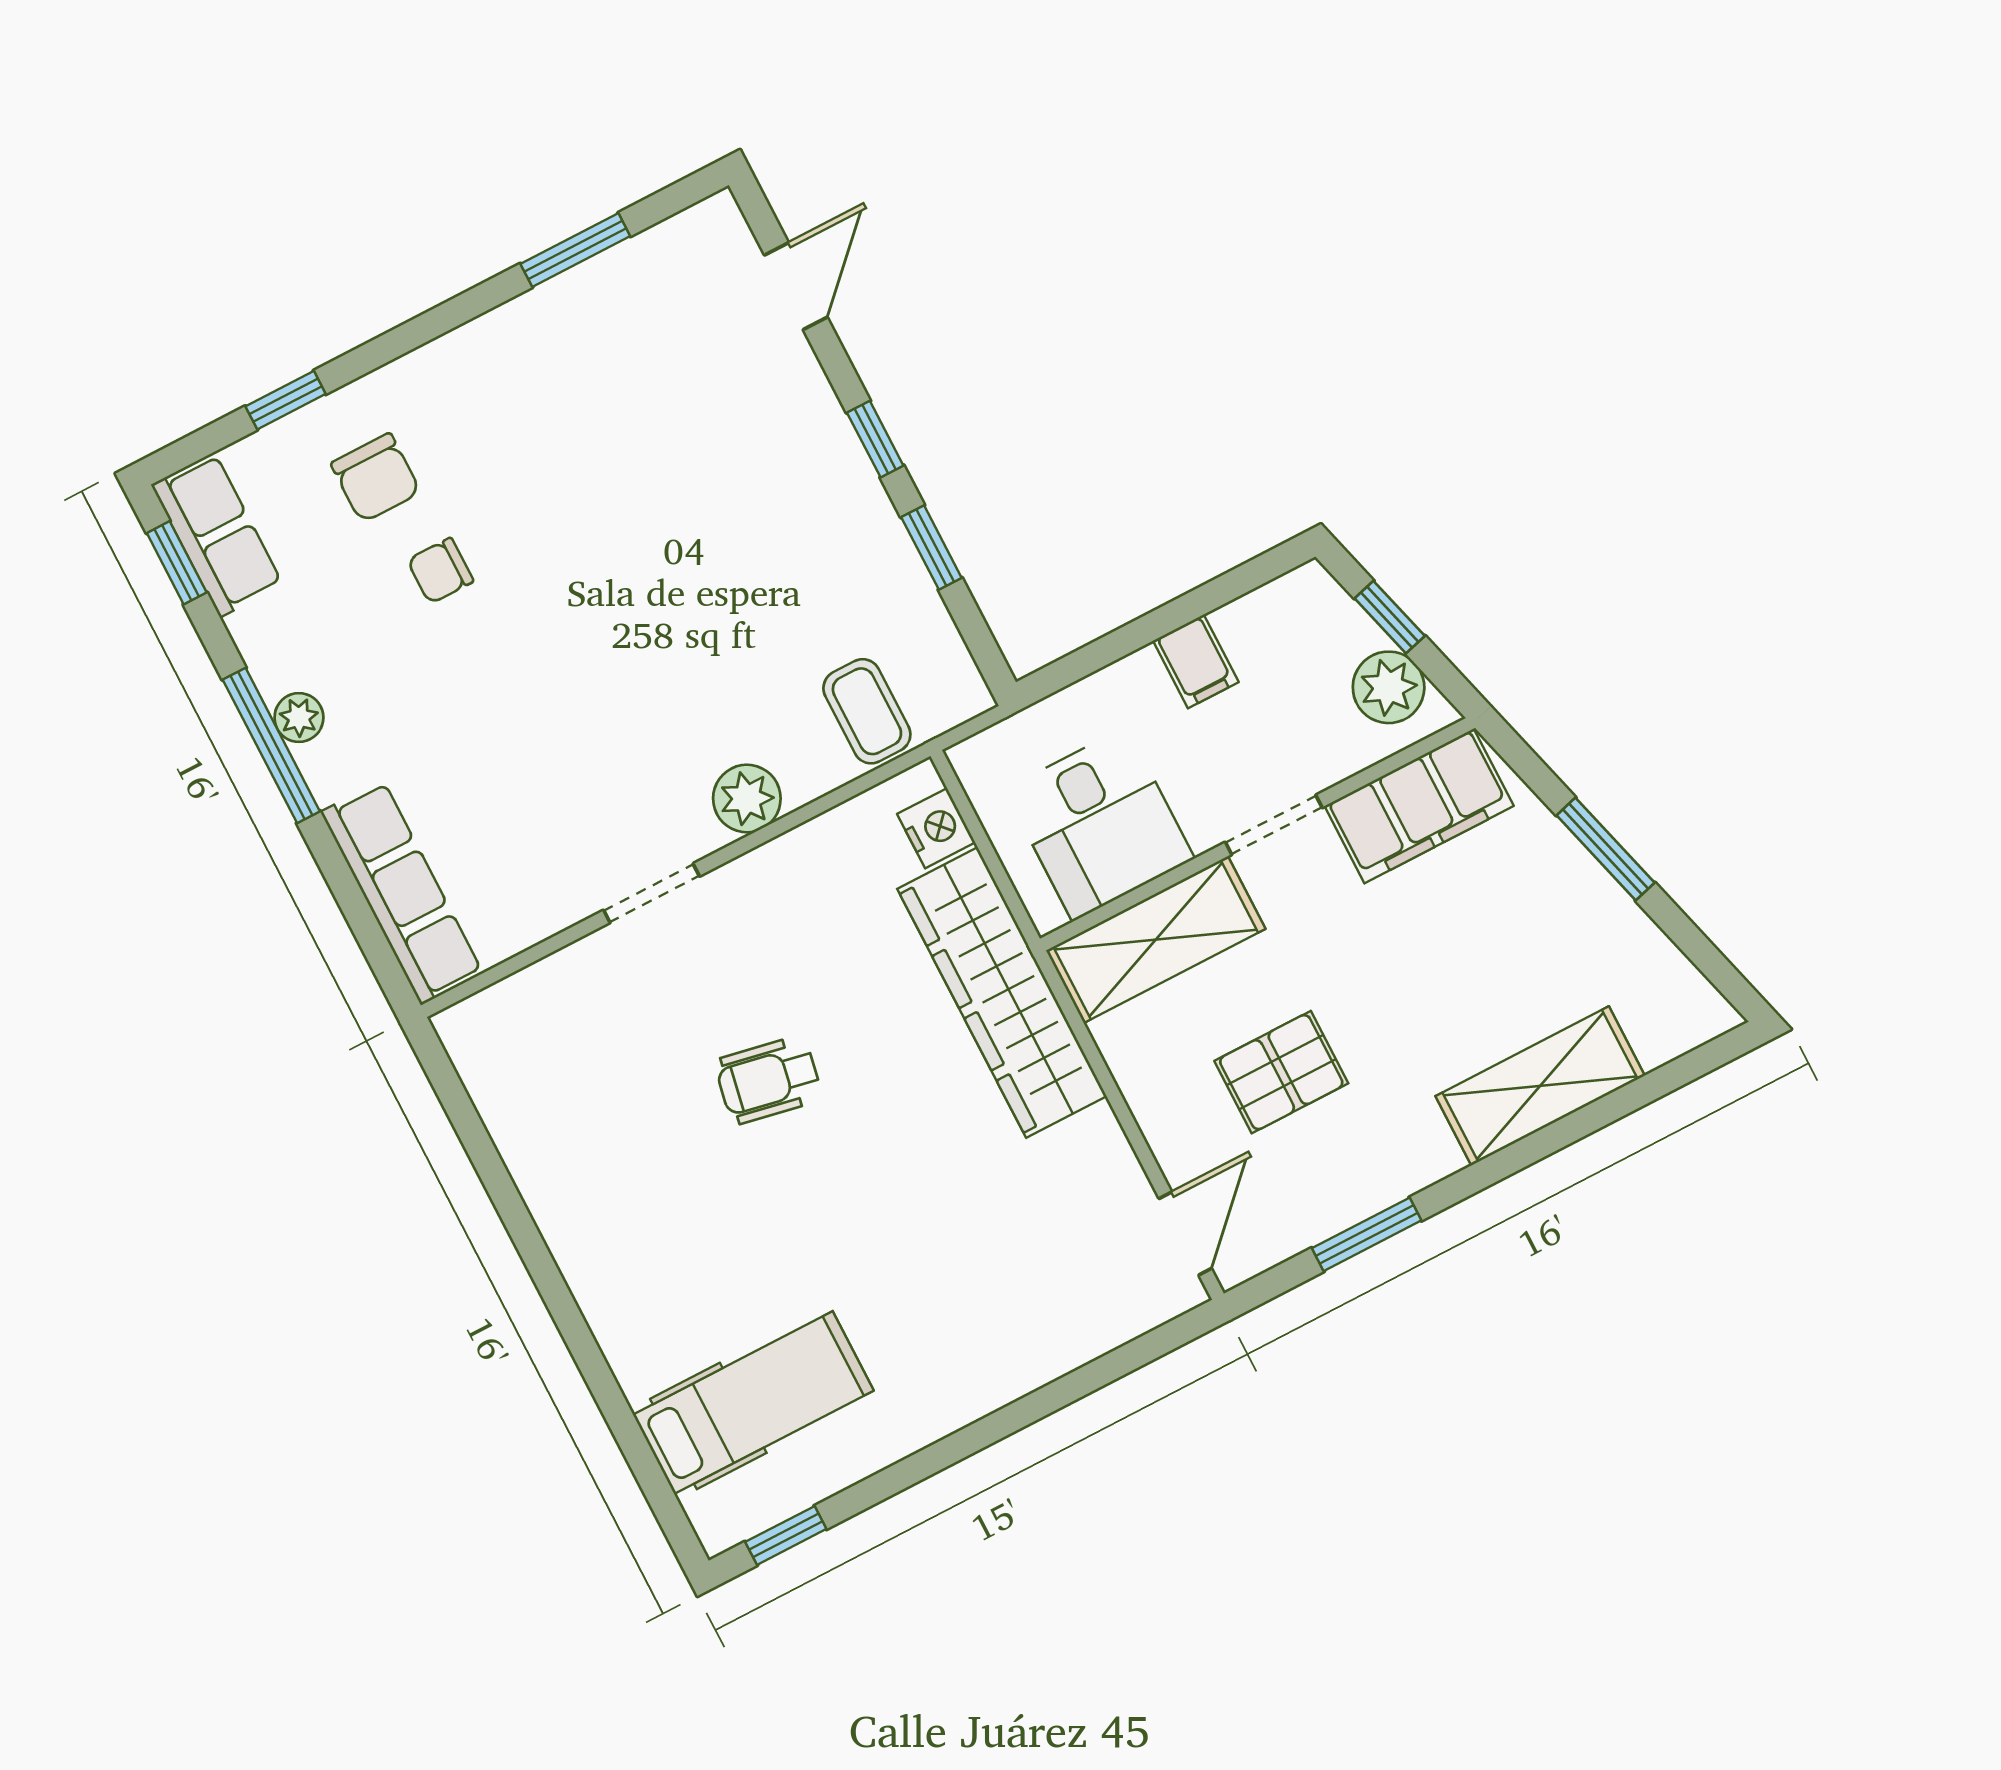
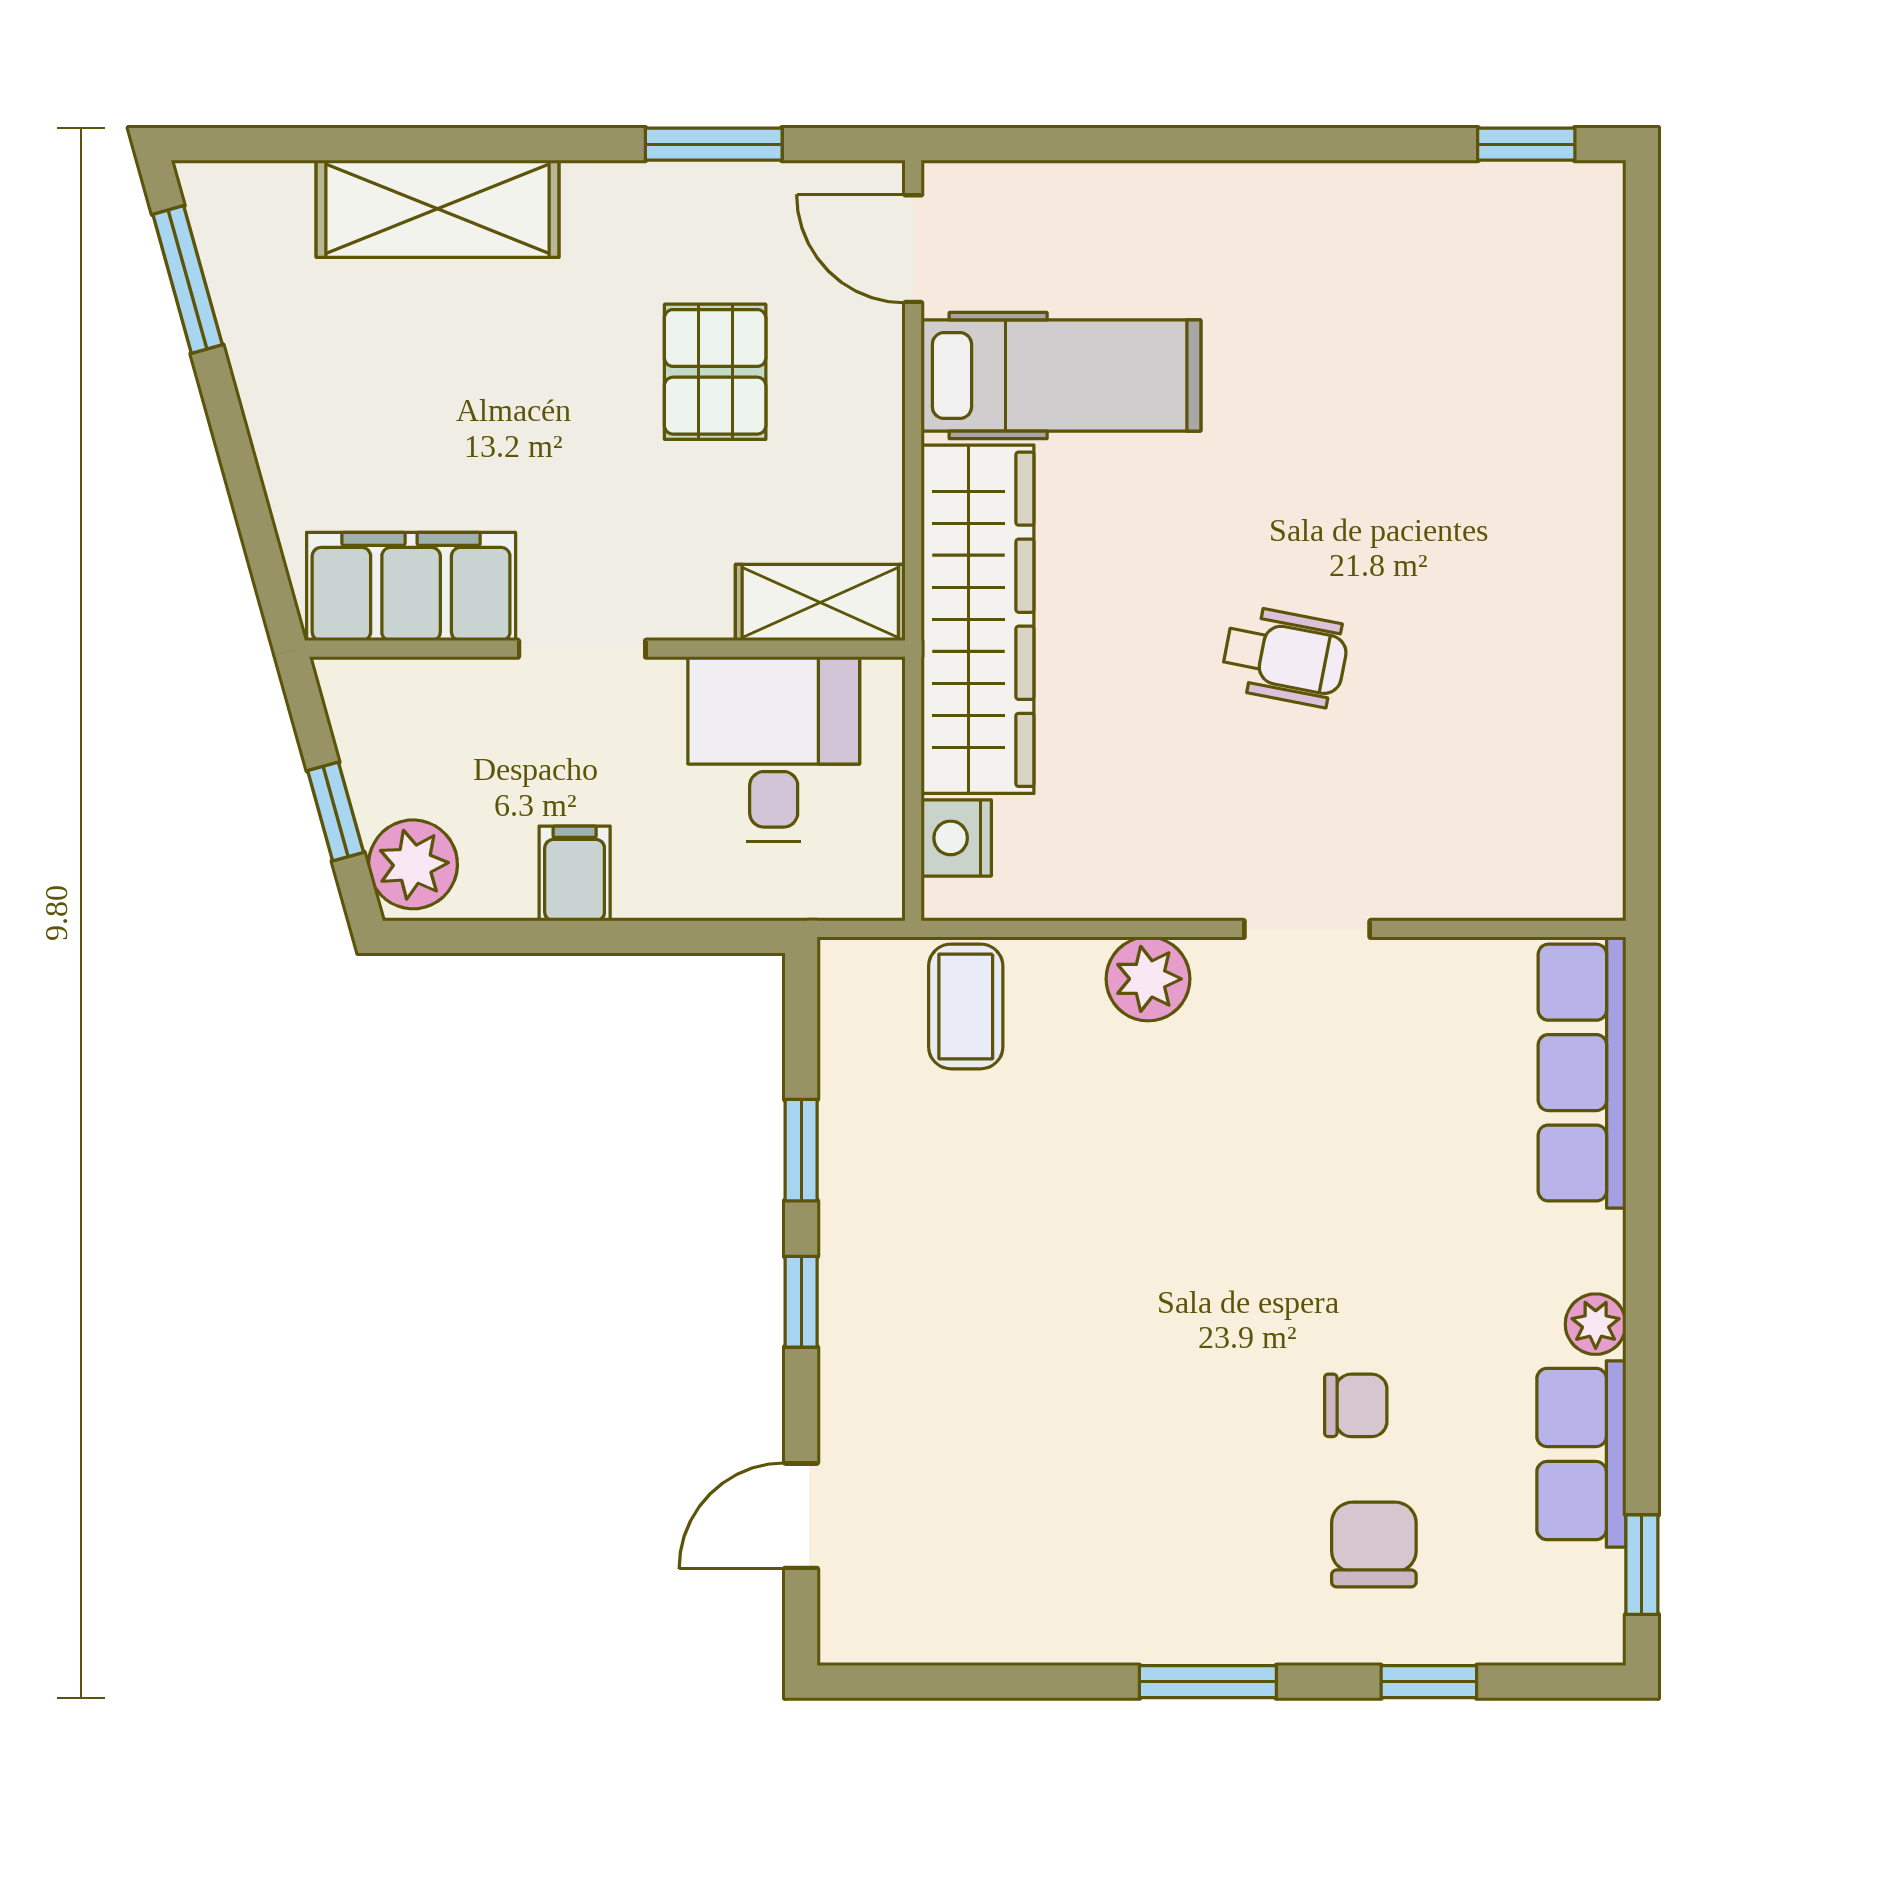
window: (575, 250) -> (1208, 1682), moved
row of seats: (217, 535) -> (1581, 1454), moved
plant: (1389, 687) -> (413, 864), moved
window: (271, 745) -> (1642, 1309), removed
window: (1606, 849) -> (188, 279), moved
shelving: (1156, 940) -> (820, 602), width x0.67, depth x0.75
pallet: (1281, 1072) -> (715, 372), turned 90
door: (1185, 1234) -> (913, 249), hinge flipped
hospital bed: (753, 1403) -> (1061, 376), moved, turned 180

